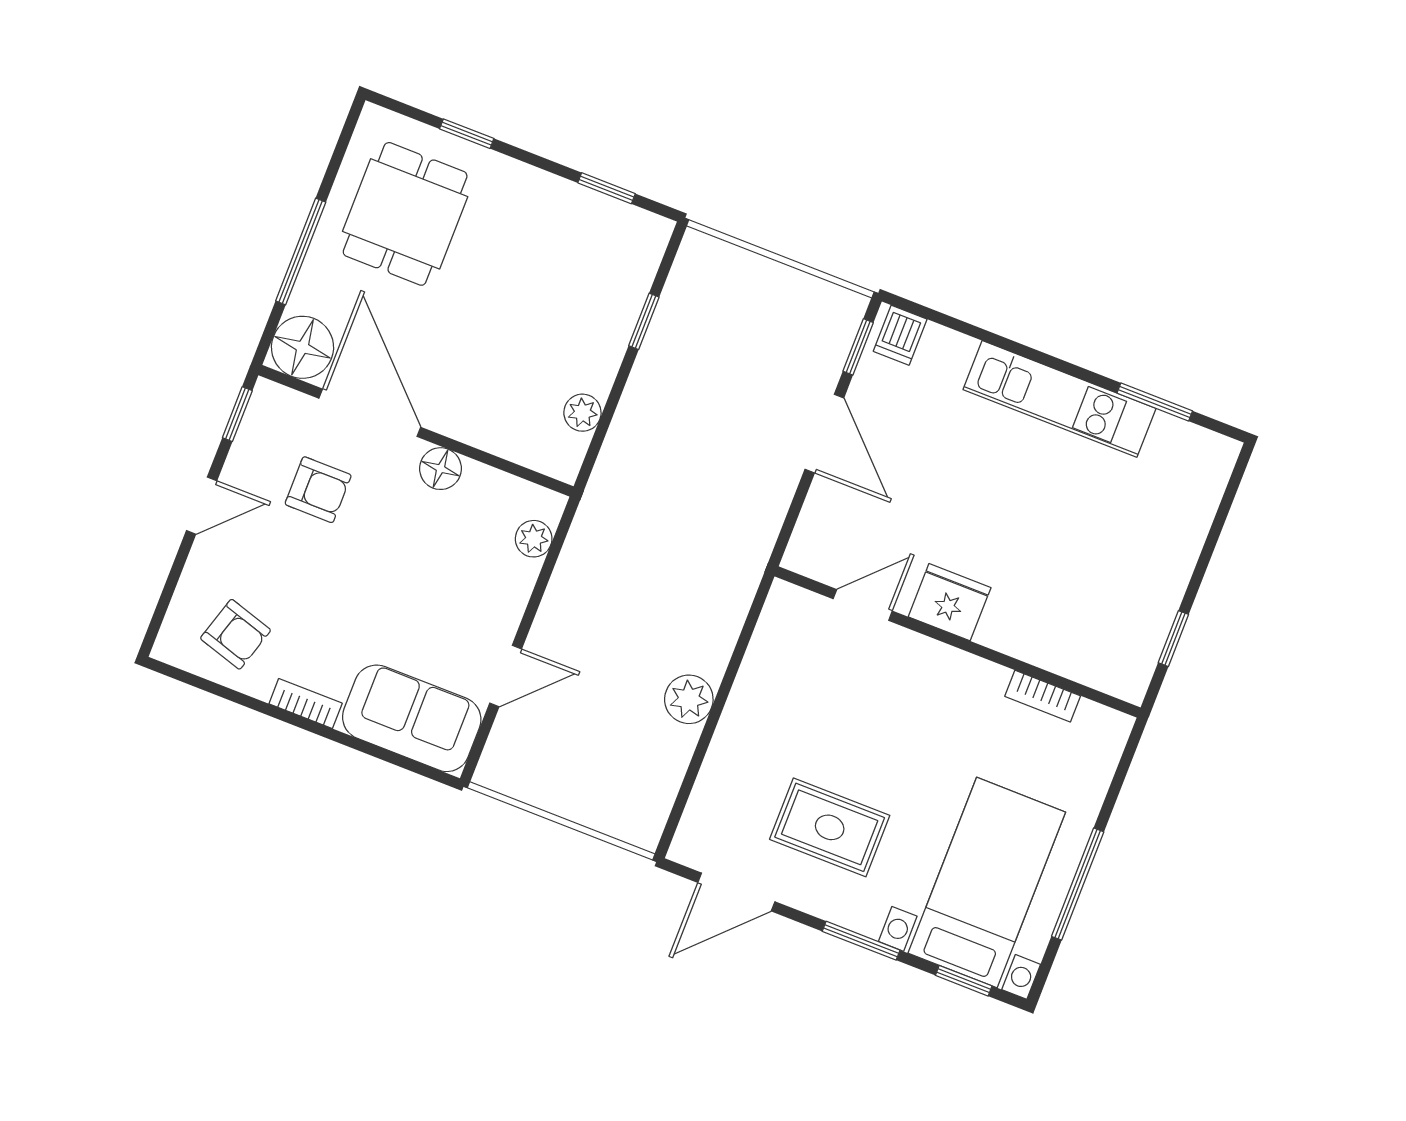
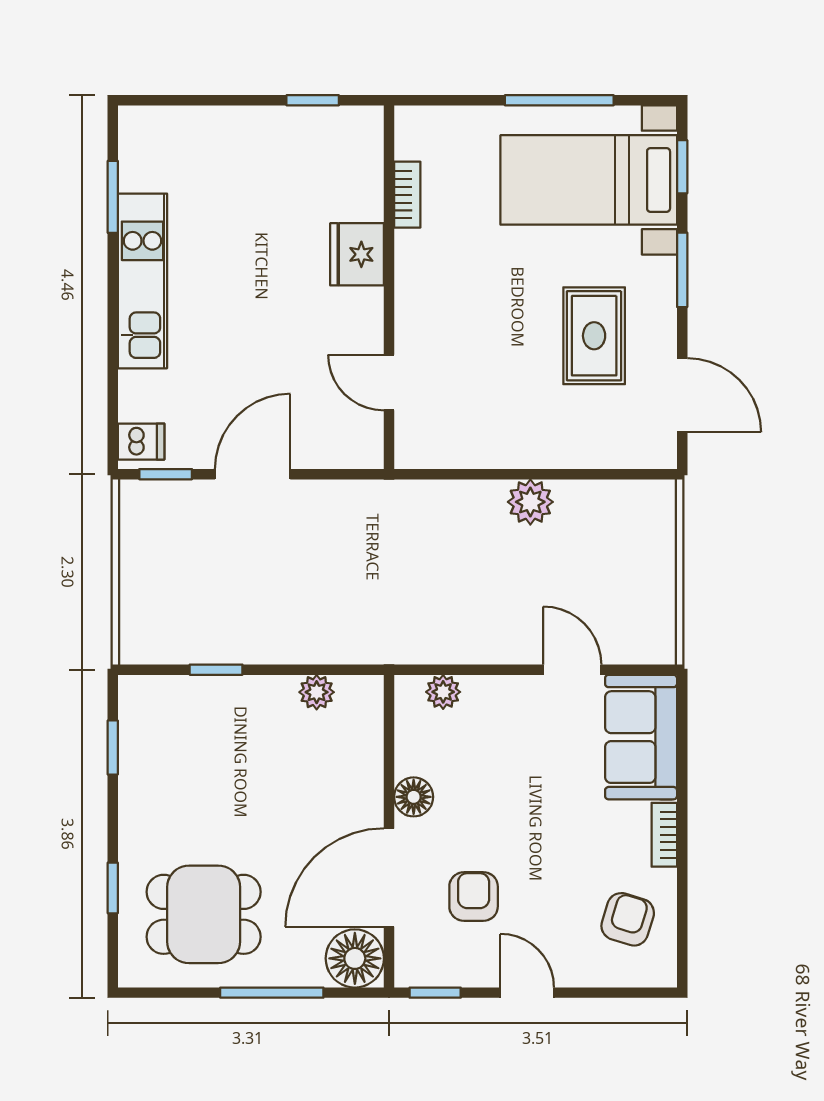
fridge: (950, 602) -> (357, 254), moved

